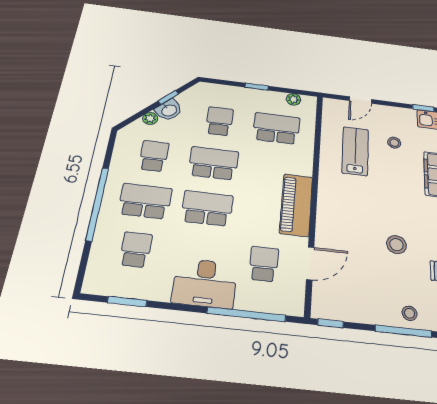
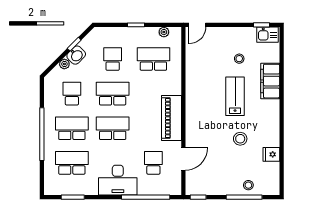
door: (360, 100) -> (197, 25), moved
lab bench: (355, 151) -> (235, 96), moved
school desk: (136, 250) -> (72, 163), width x1.85

